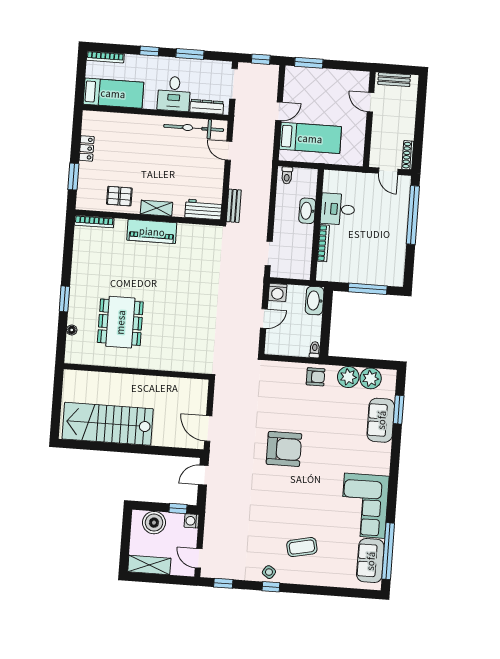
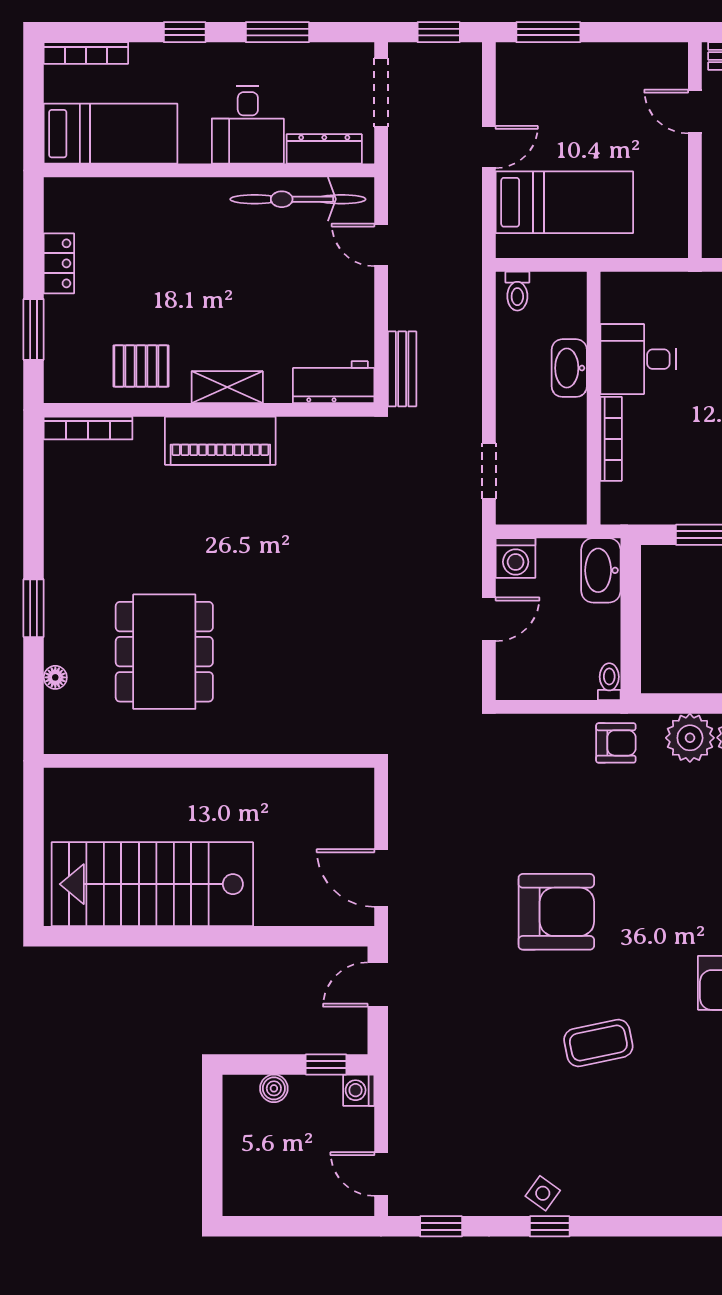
boiler: (154, 523) -> (274, 1088), width x0.54, depth x0.54
coffee table: (302, 547) -> (598, 1043), moved
shelving: (149, 565) -> (270, 1197), removed

